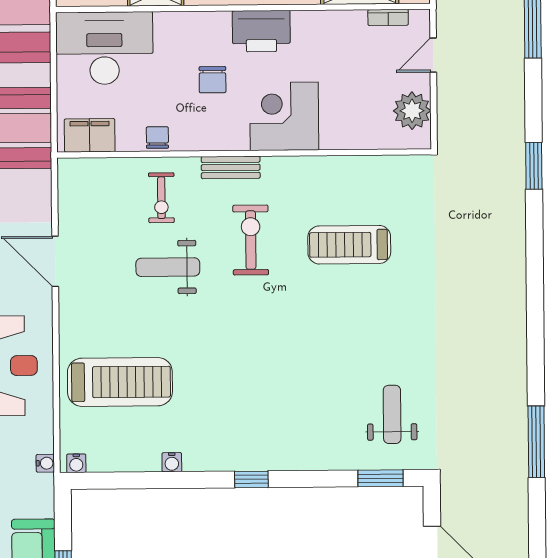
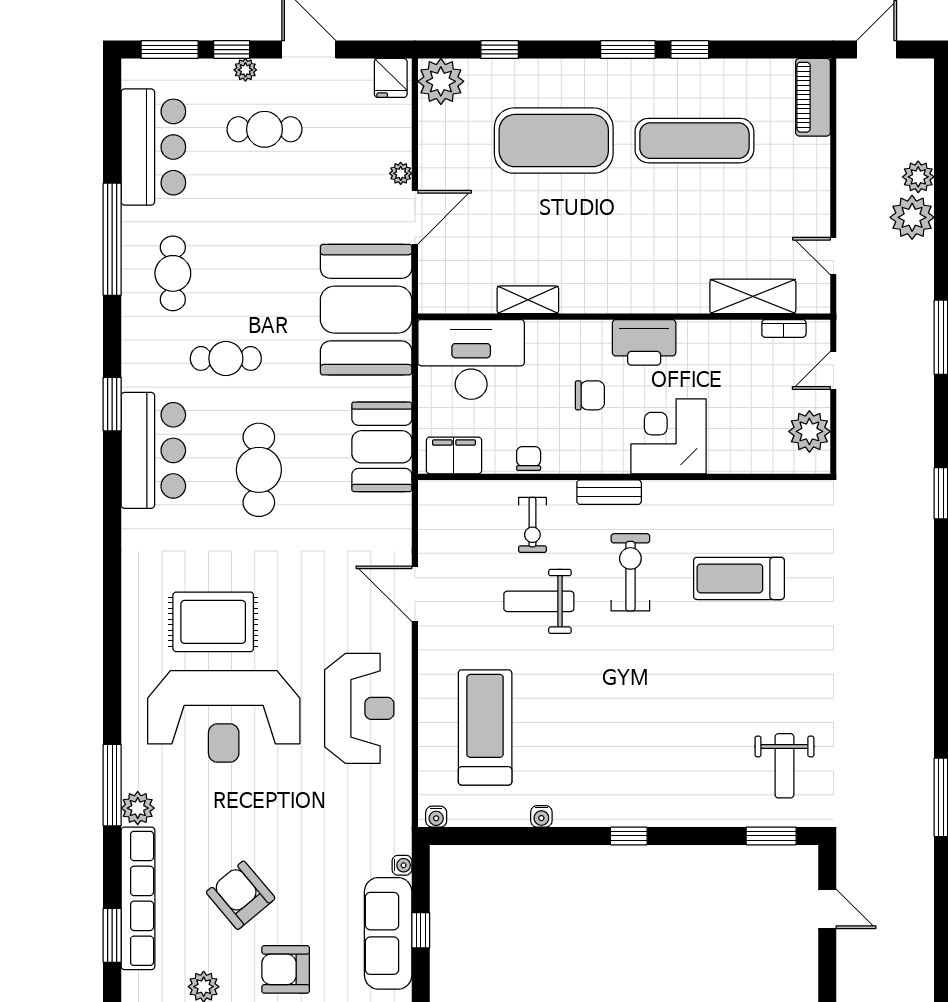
chair: (213, 80) -> (590, 395), turned -90
treadmill: (120, 382) -> (485, 727), turned -90
weight bench: (392, 414) -> (784, 766), turned 180
water cooler: (45, 463) -> (402, 865), moved

